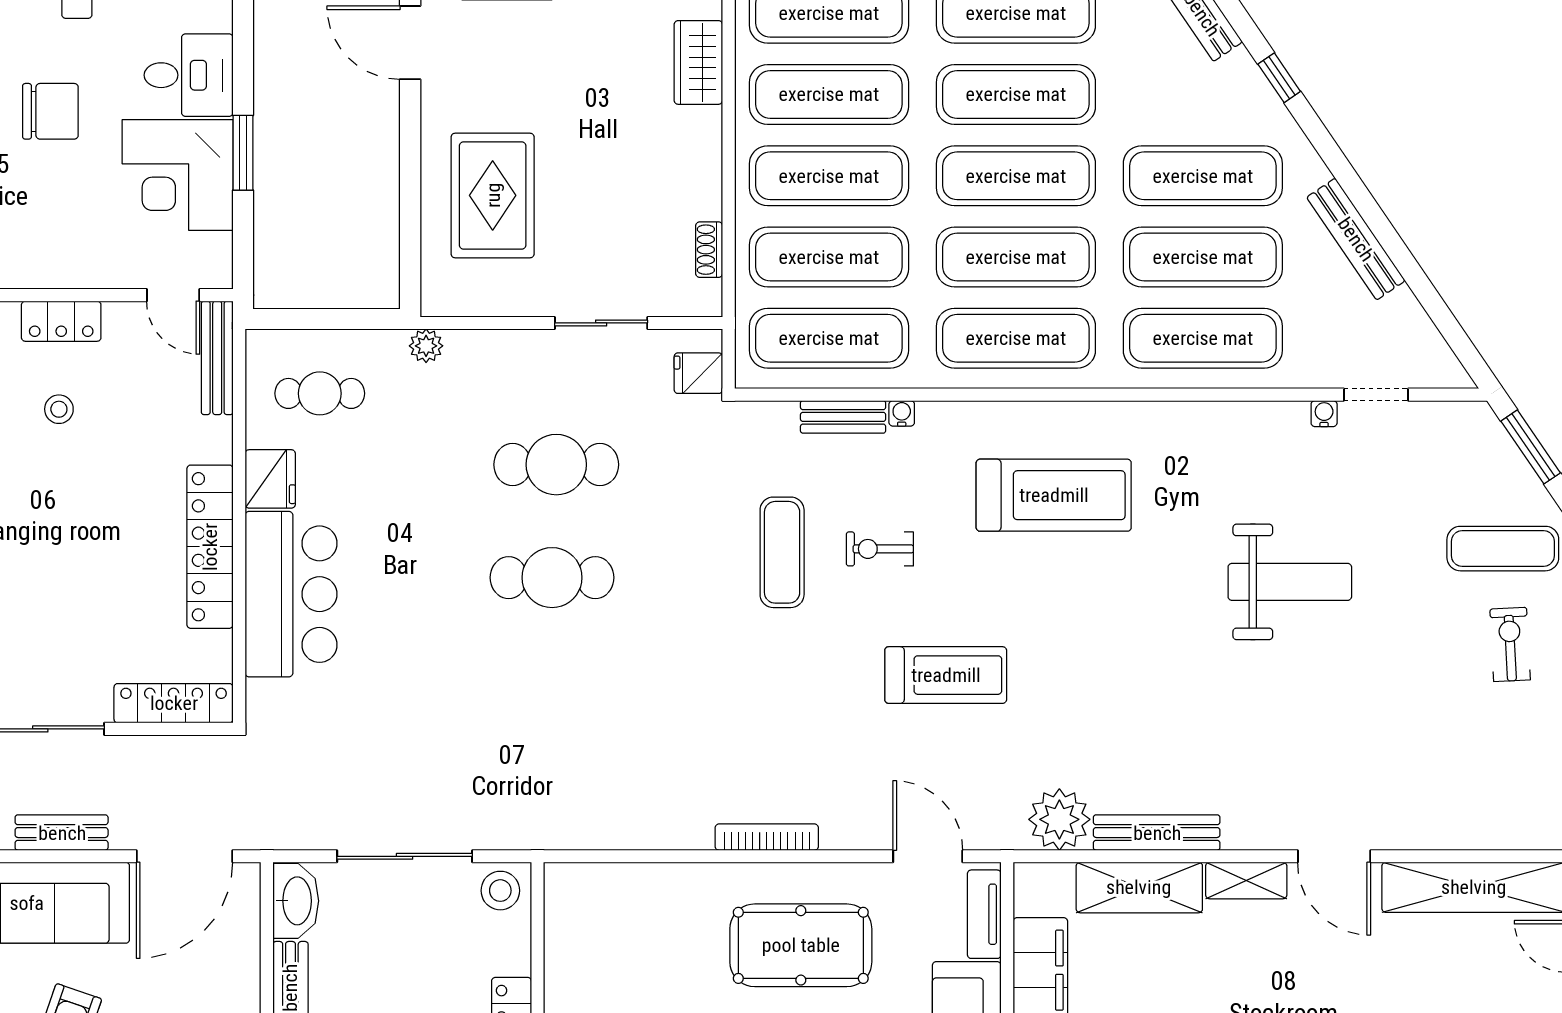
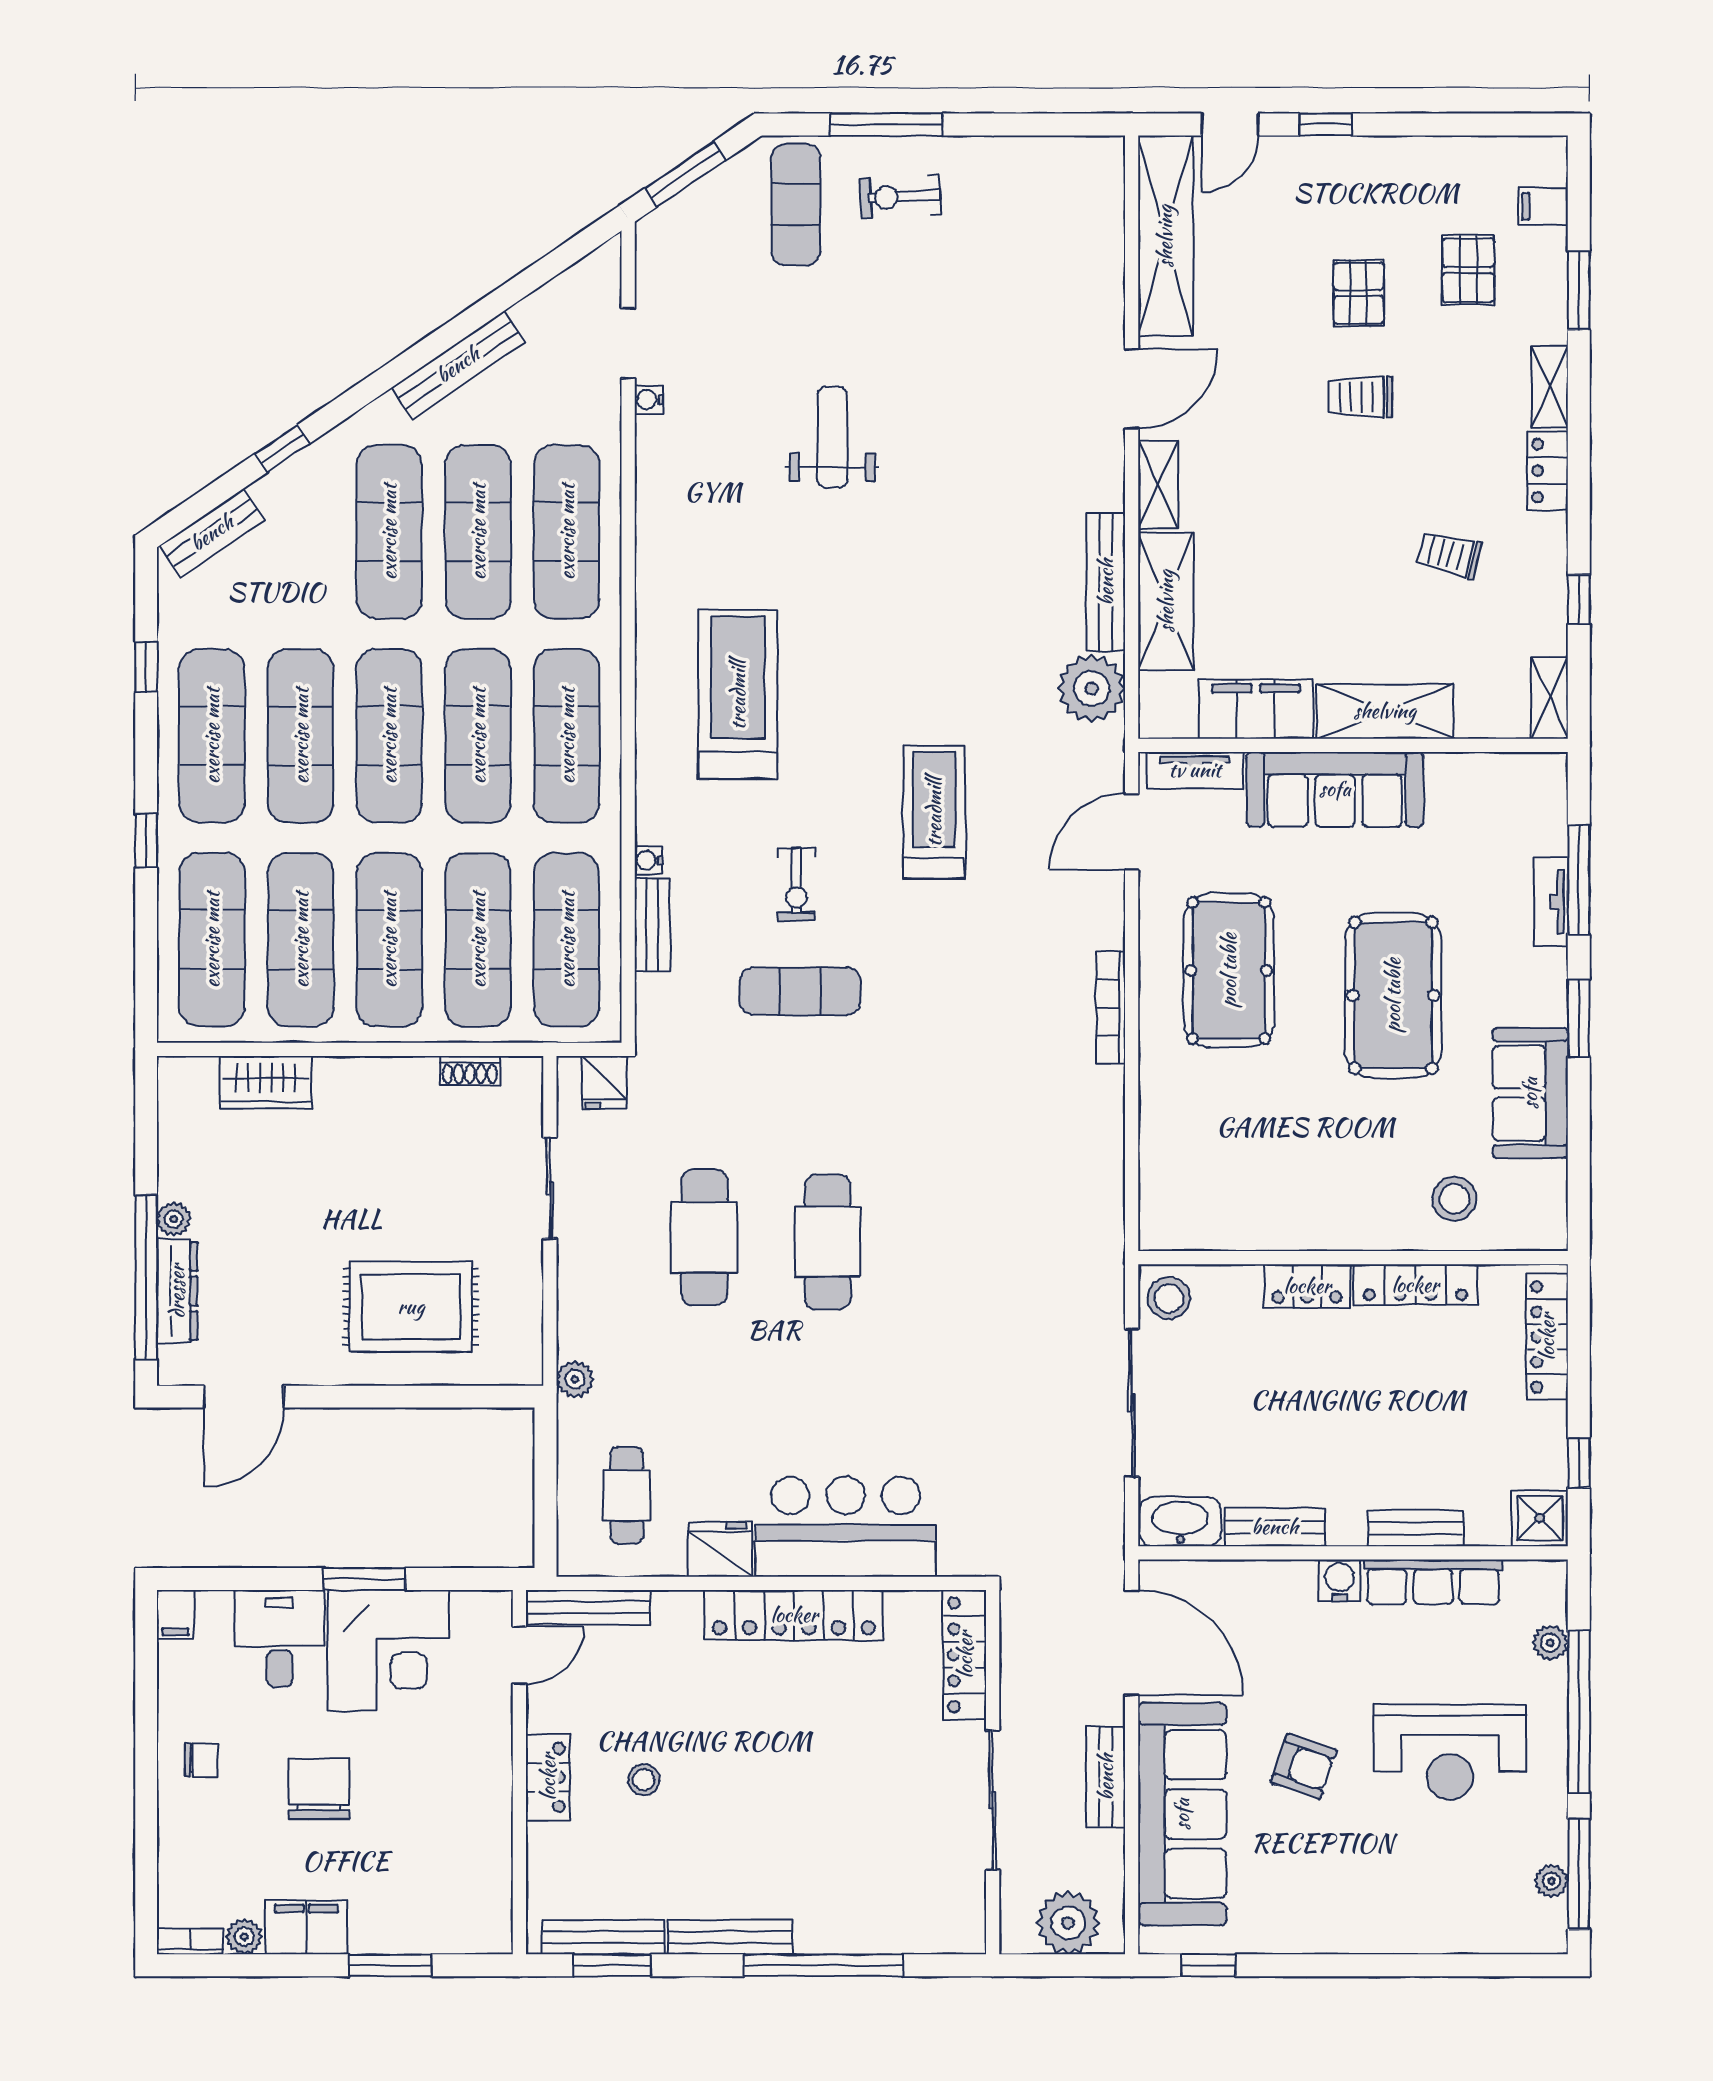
weight bench: (1290, 582) -> (832, 437), width x0.73, depth x0.75

